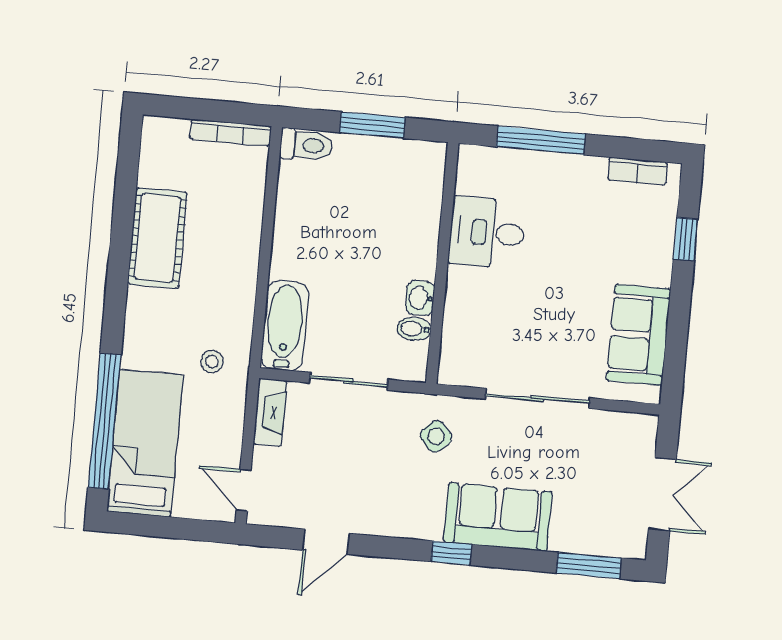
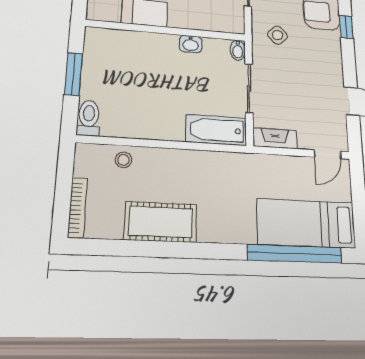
bookcase: (230, 133) -> (78, 208), moved
bidet: (414, 329) -> (238, 50), moved
stool: (212, 362) -> (124, 160), moved

